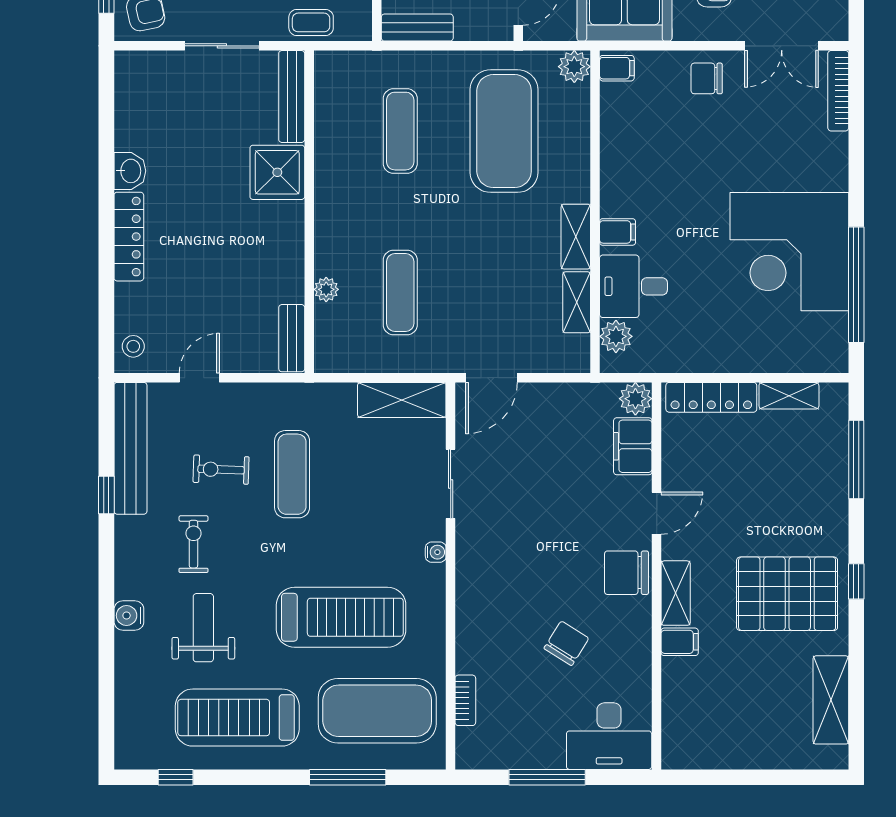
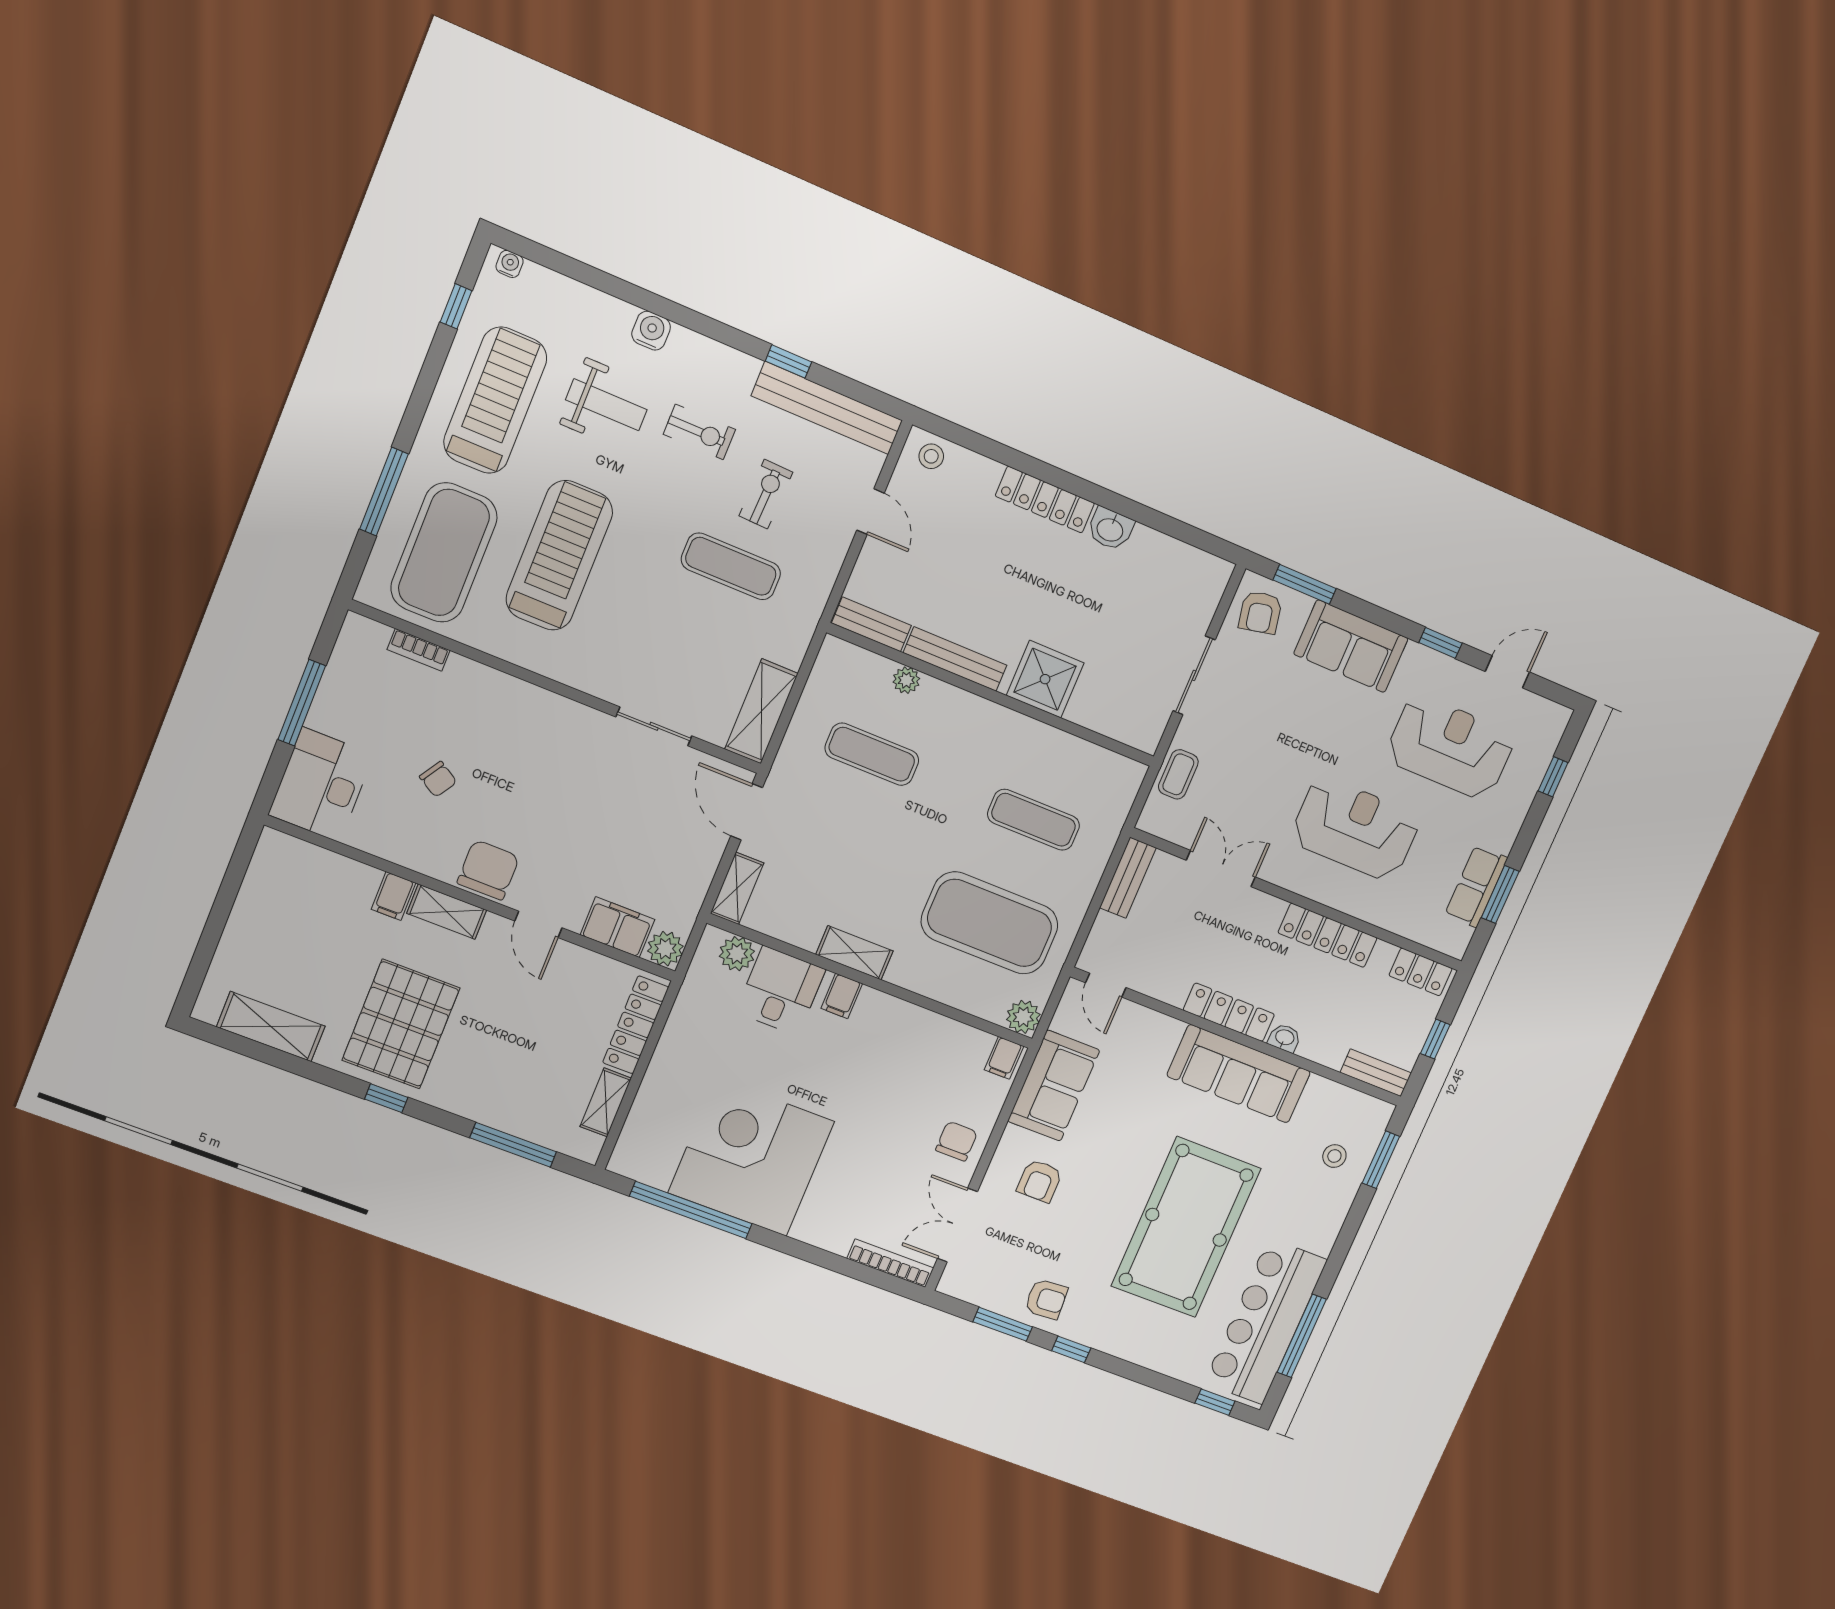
bench: (292, 96) -> (955, 659), moved
shelving: (577, 302) -> (737, 888), moved, turned 90
water cooler: (436, 552) -> (510, 264), moved, turned 180
treadmill: (341, 617) -> (559, 555), turned 180
chair: (566, 643) -> (438, 779), width x0.73, depth x0.73

